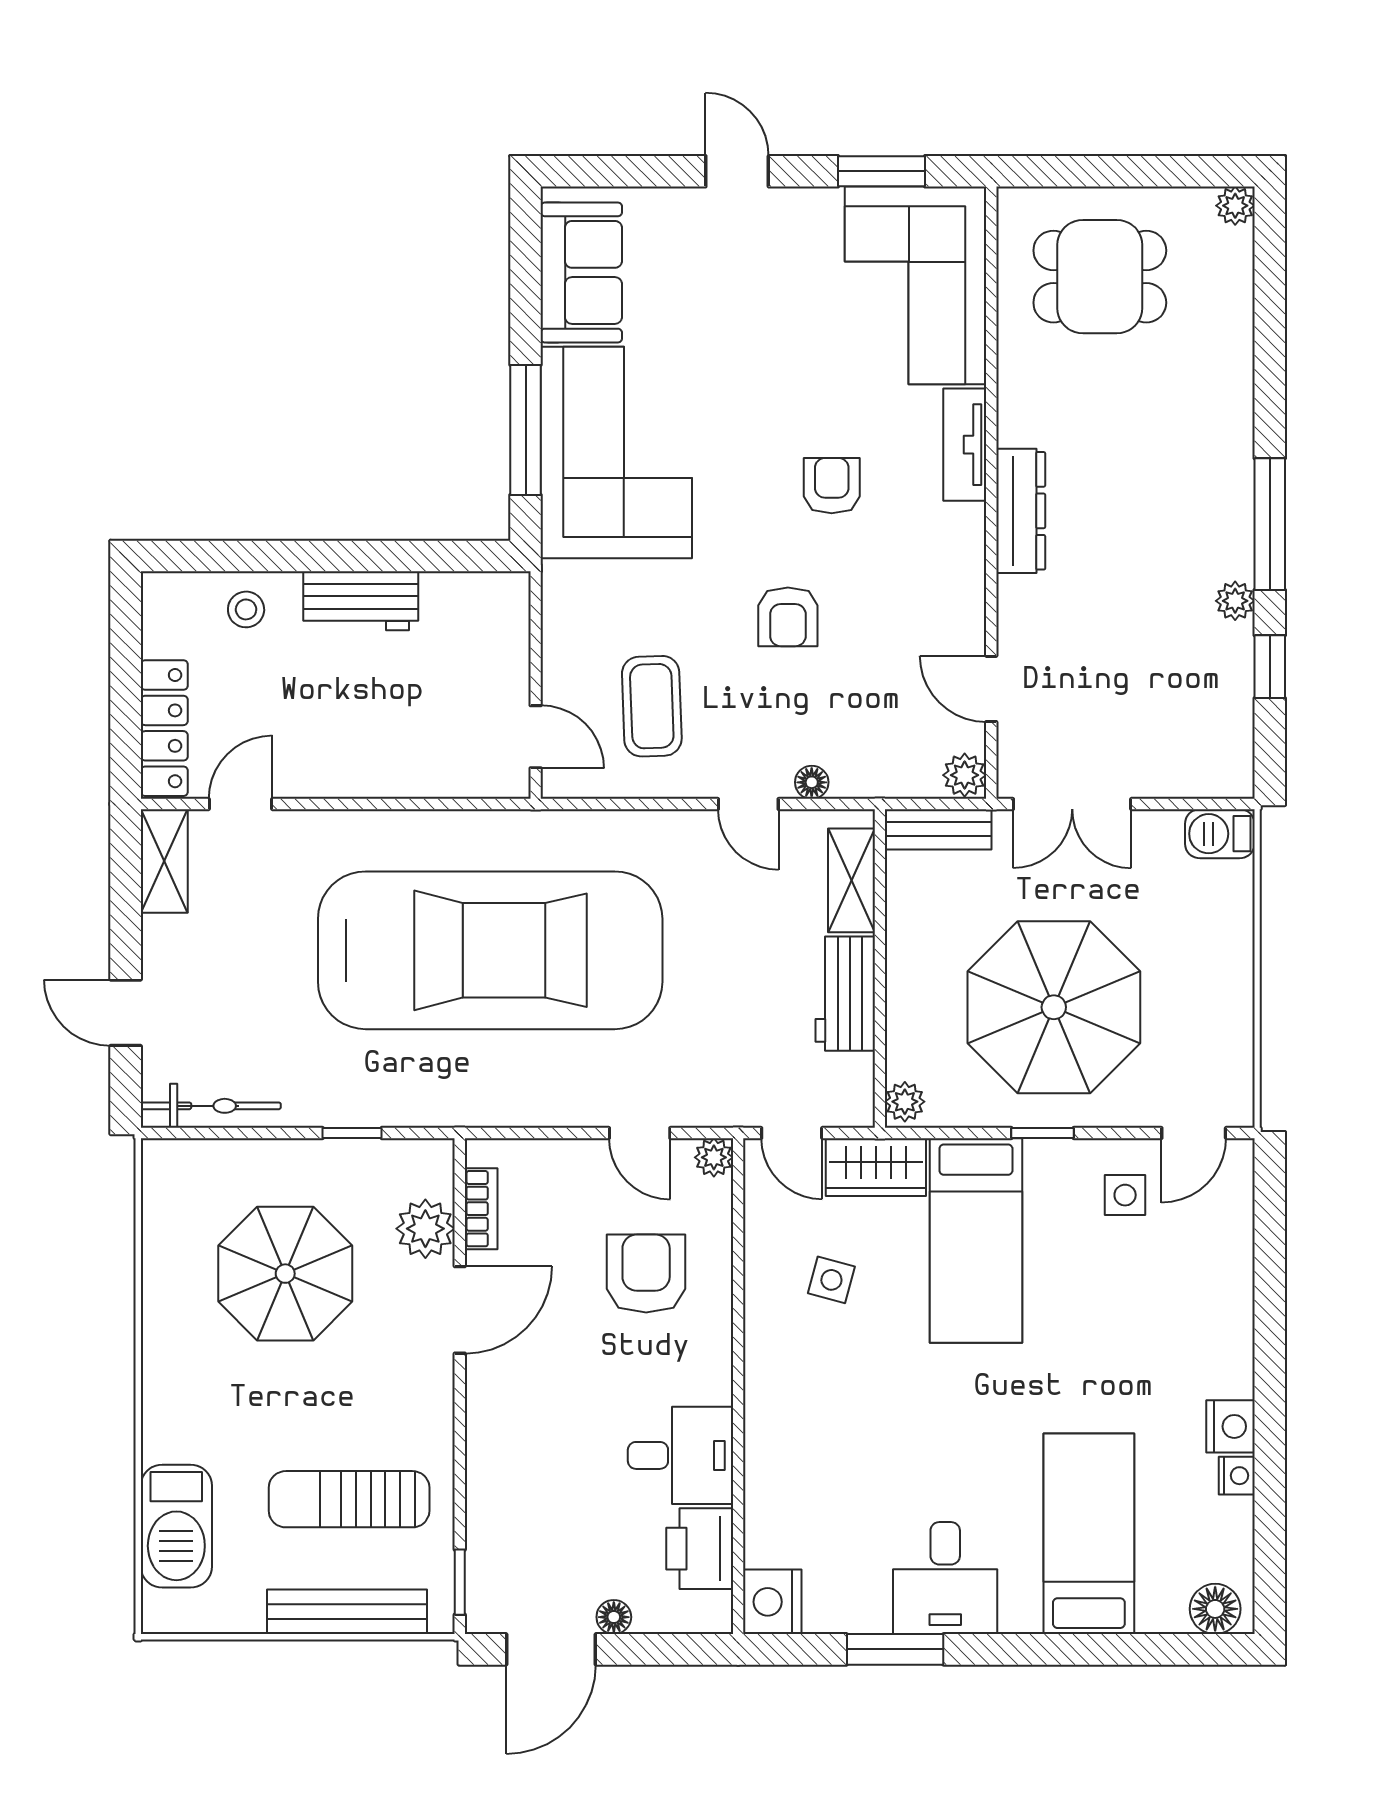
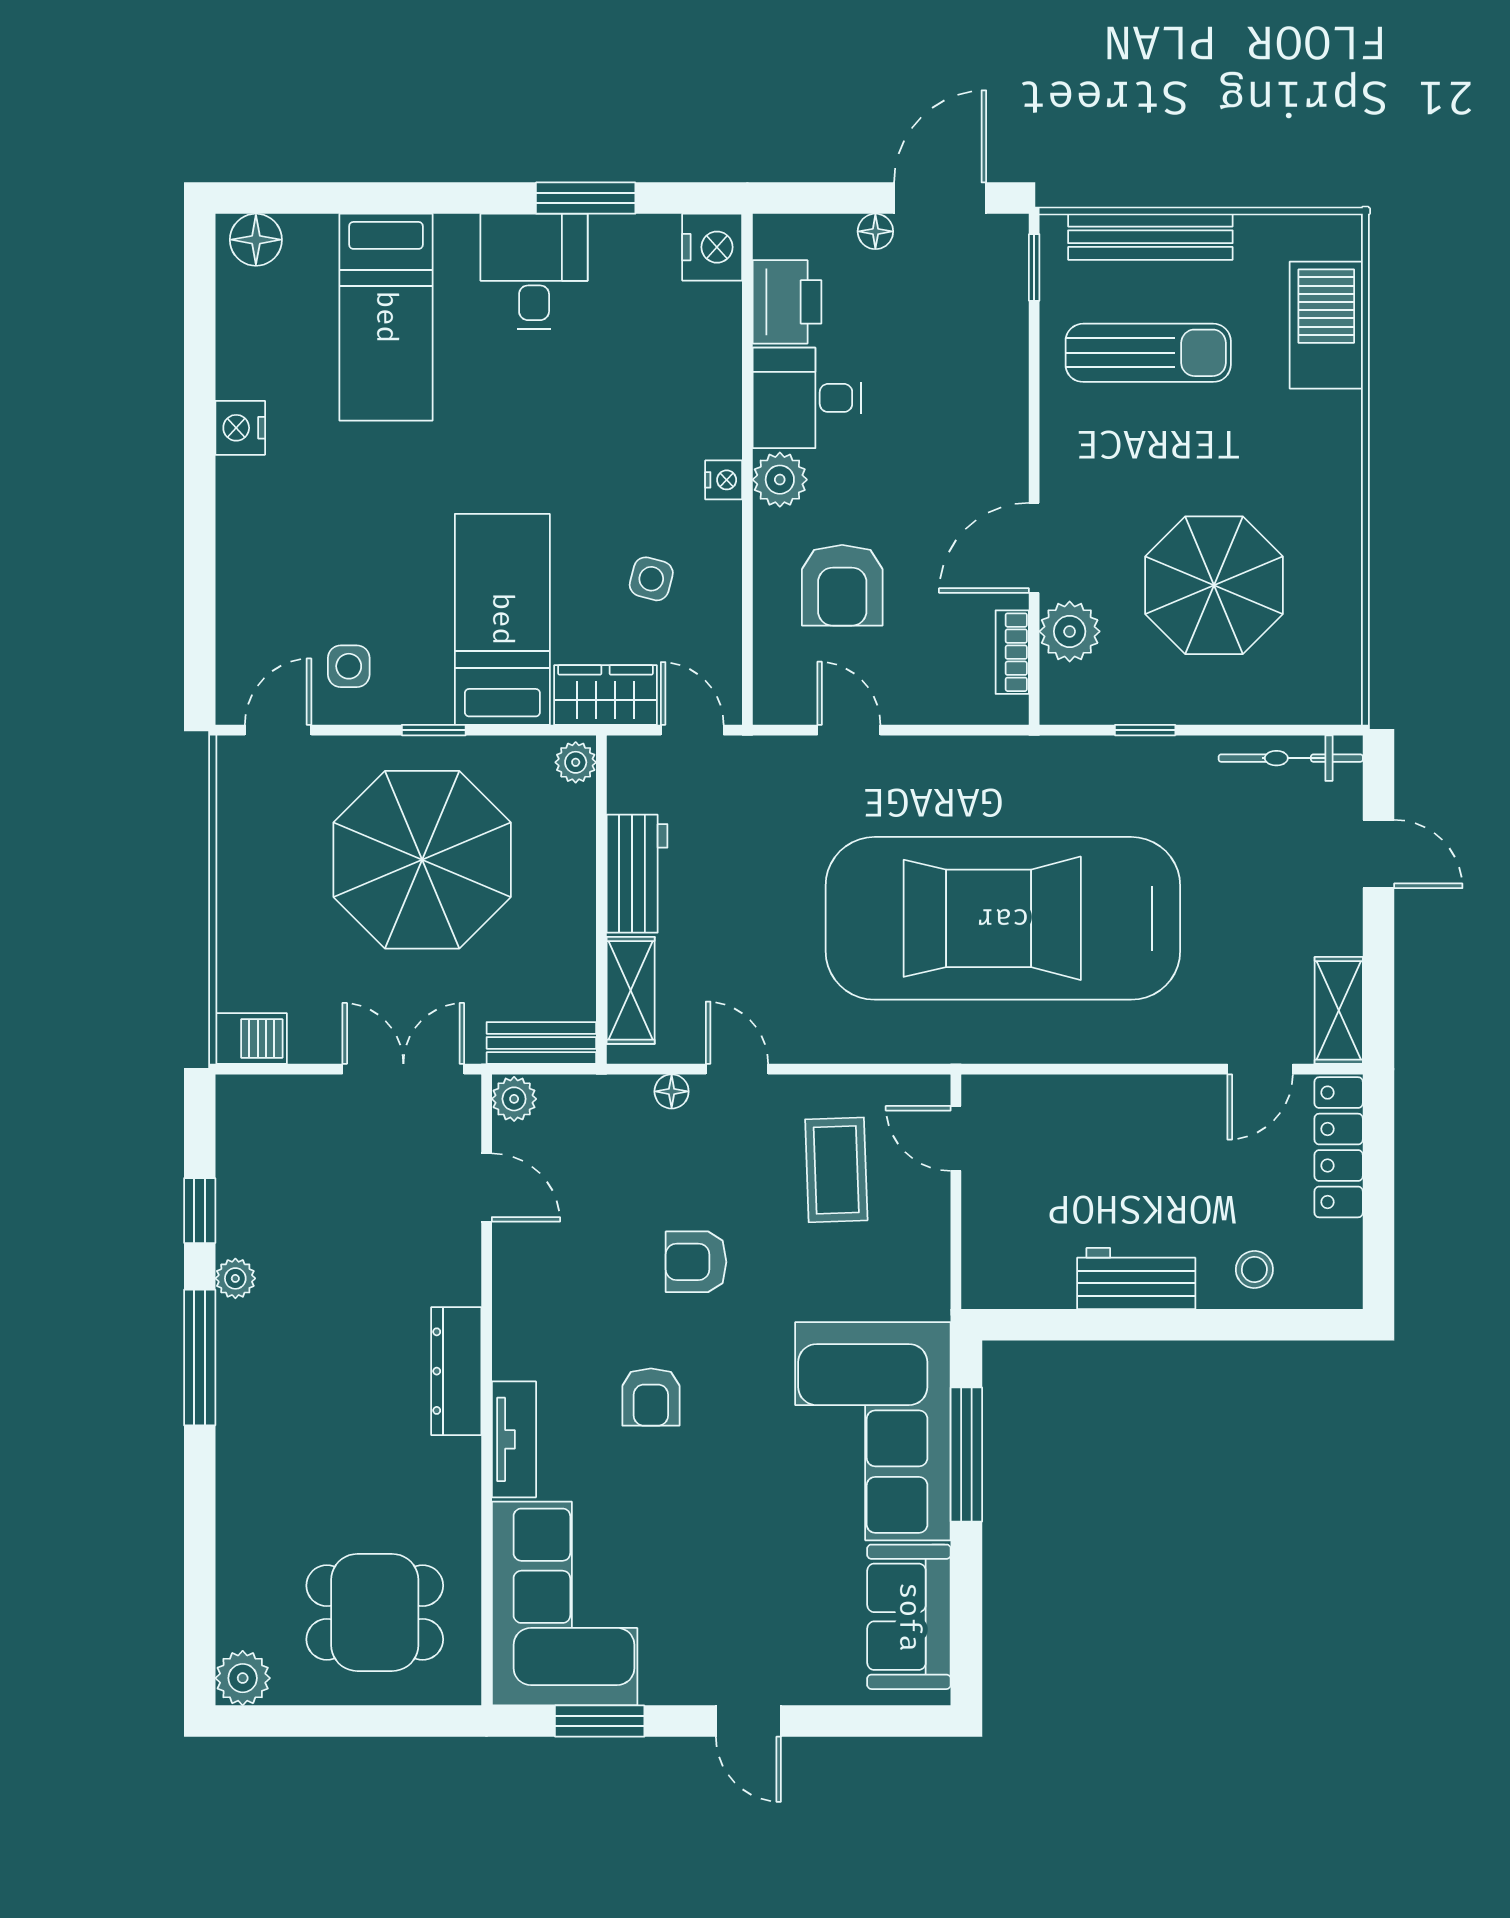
plant: (1235, 206) -> (243, 1678), width x1.38, depth x1.38
armchair: (788, 617) -> (696, 1262), turned -90
plant: (714, 1157) -> (780, 480), moved, width x1.38, depth x1.38
nightstand: (1237, 1476) -> (724, 480), moved, turned 180

